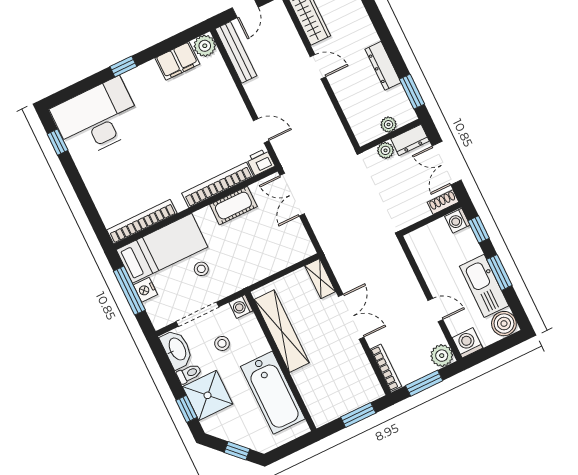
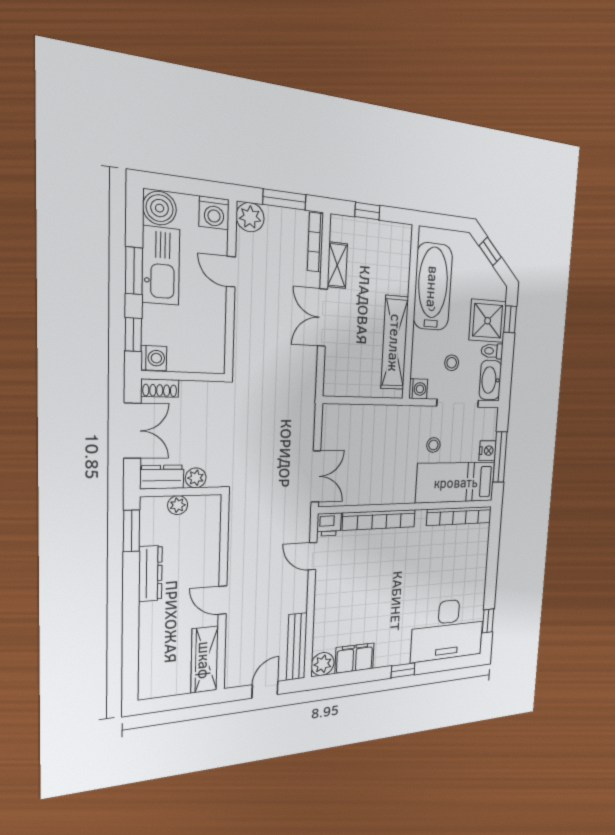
cot: (233, 206) -> (375, 492), removed
shelving: (320, 279) -> (337, 265), moved
window: (358, 415) -> (367, 211), width x0.67

